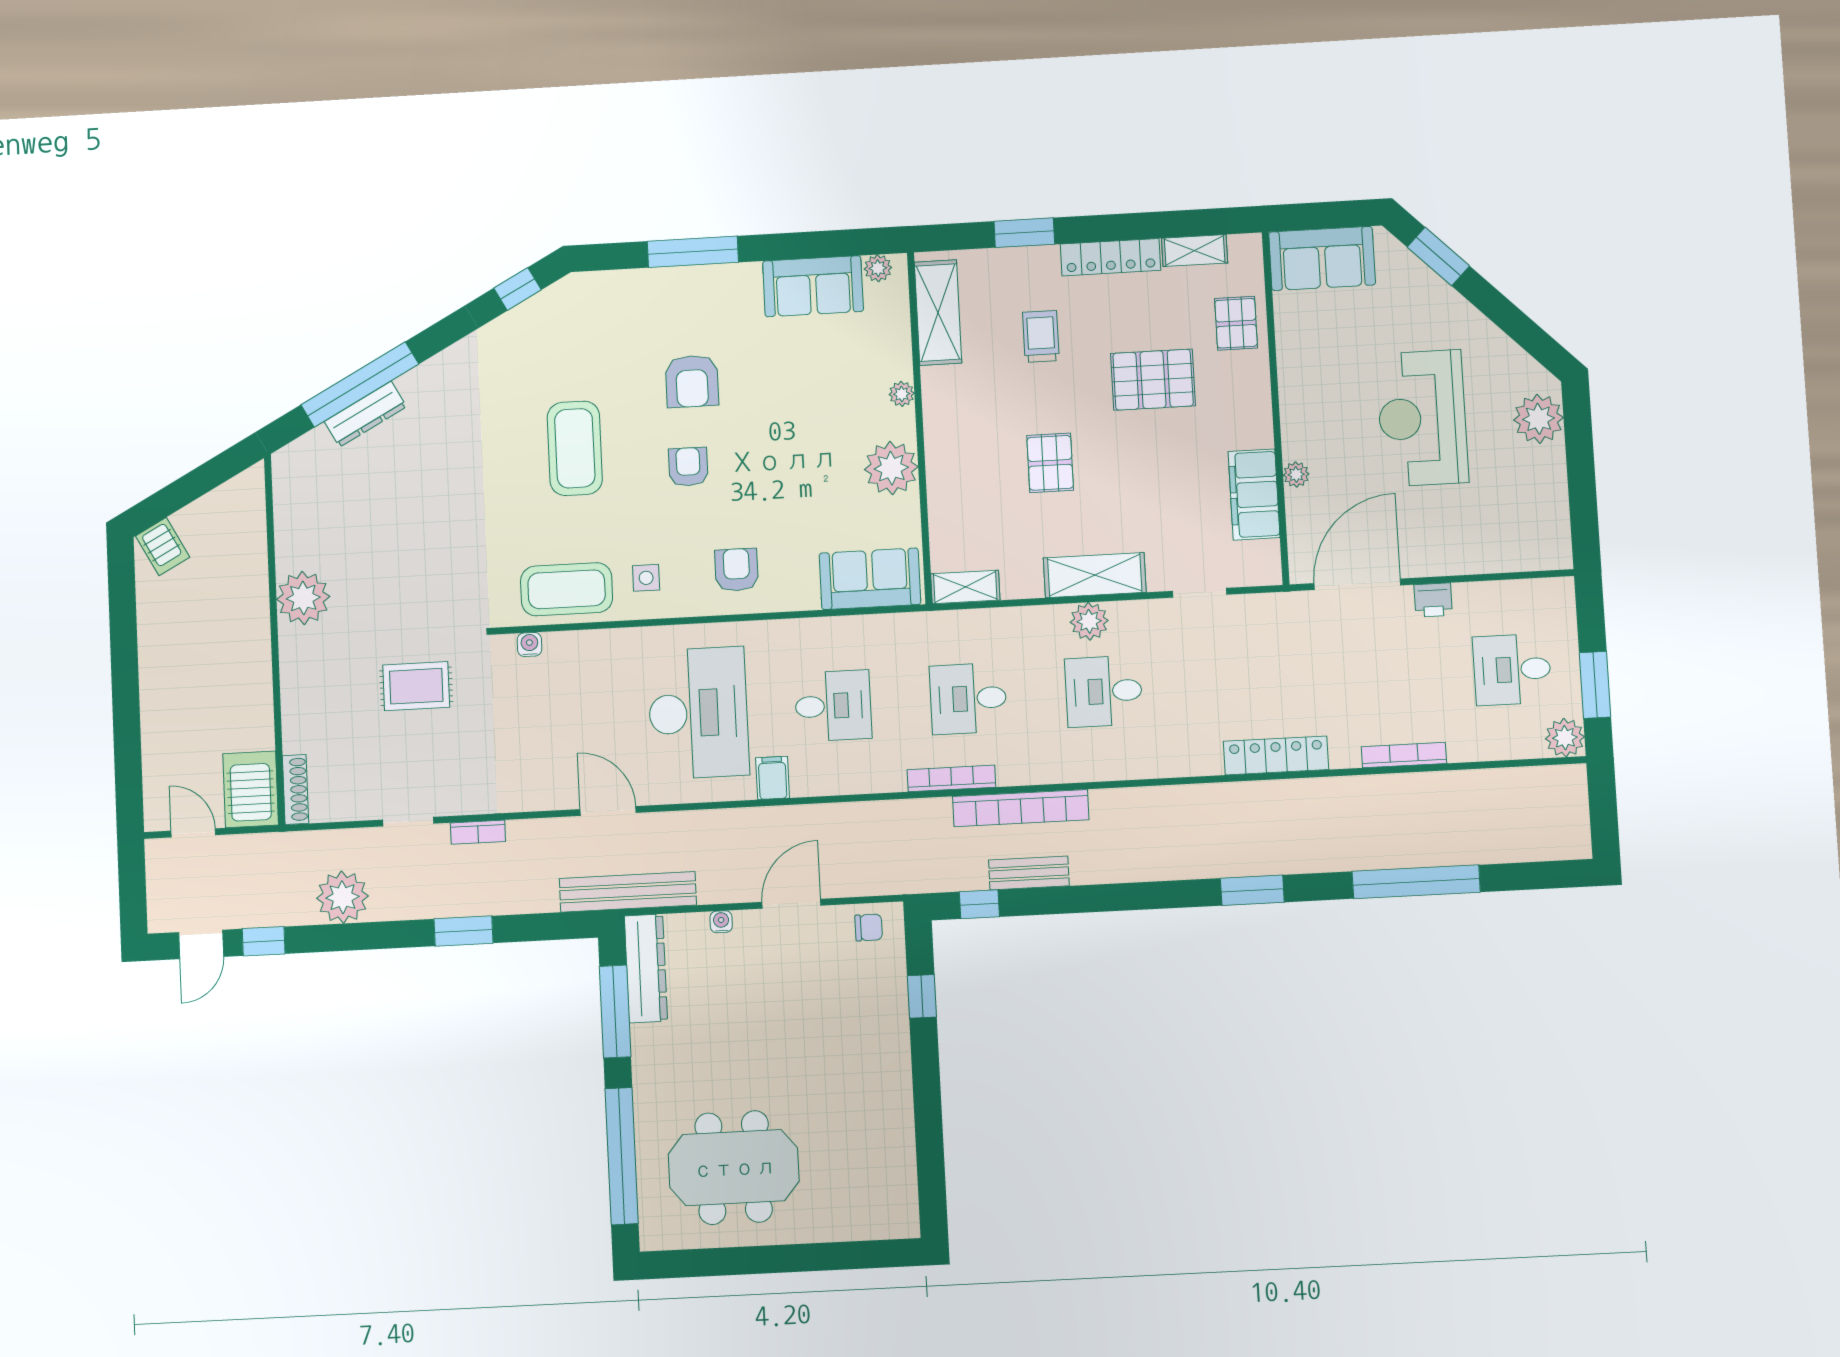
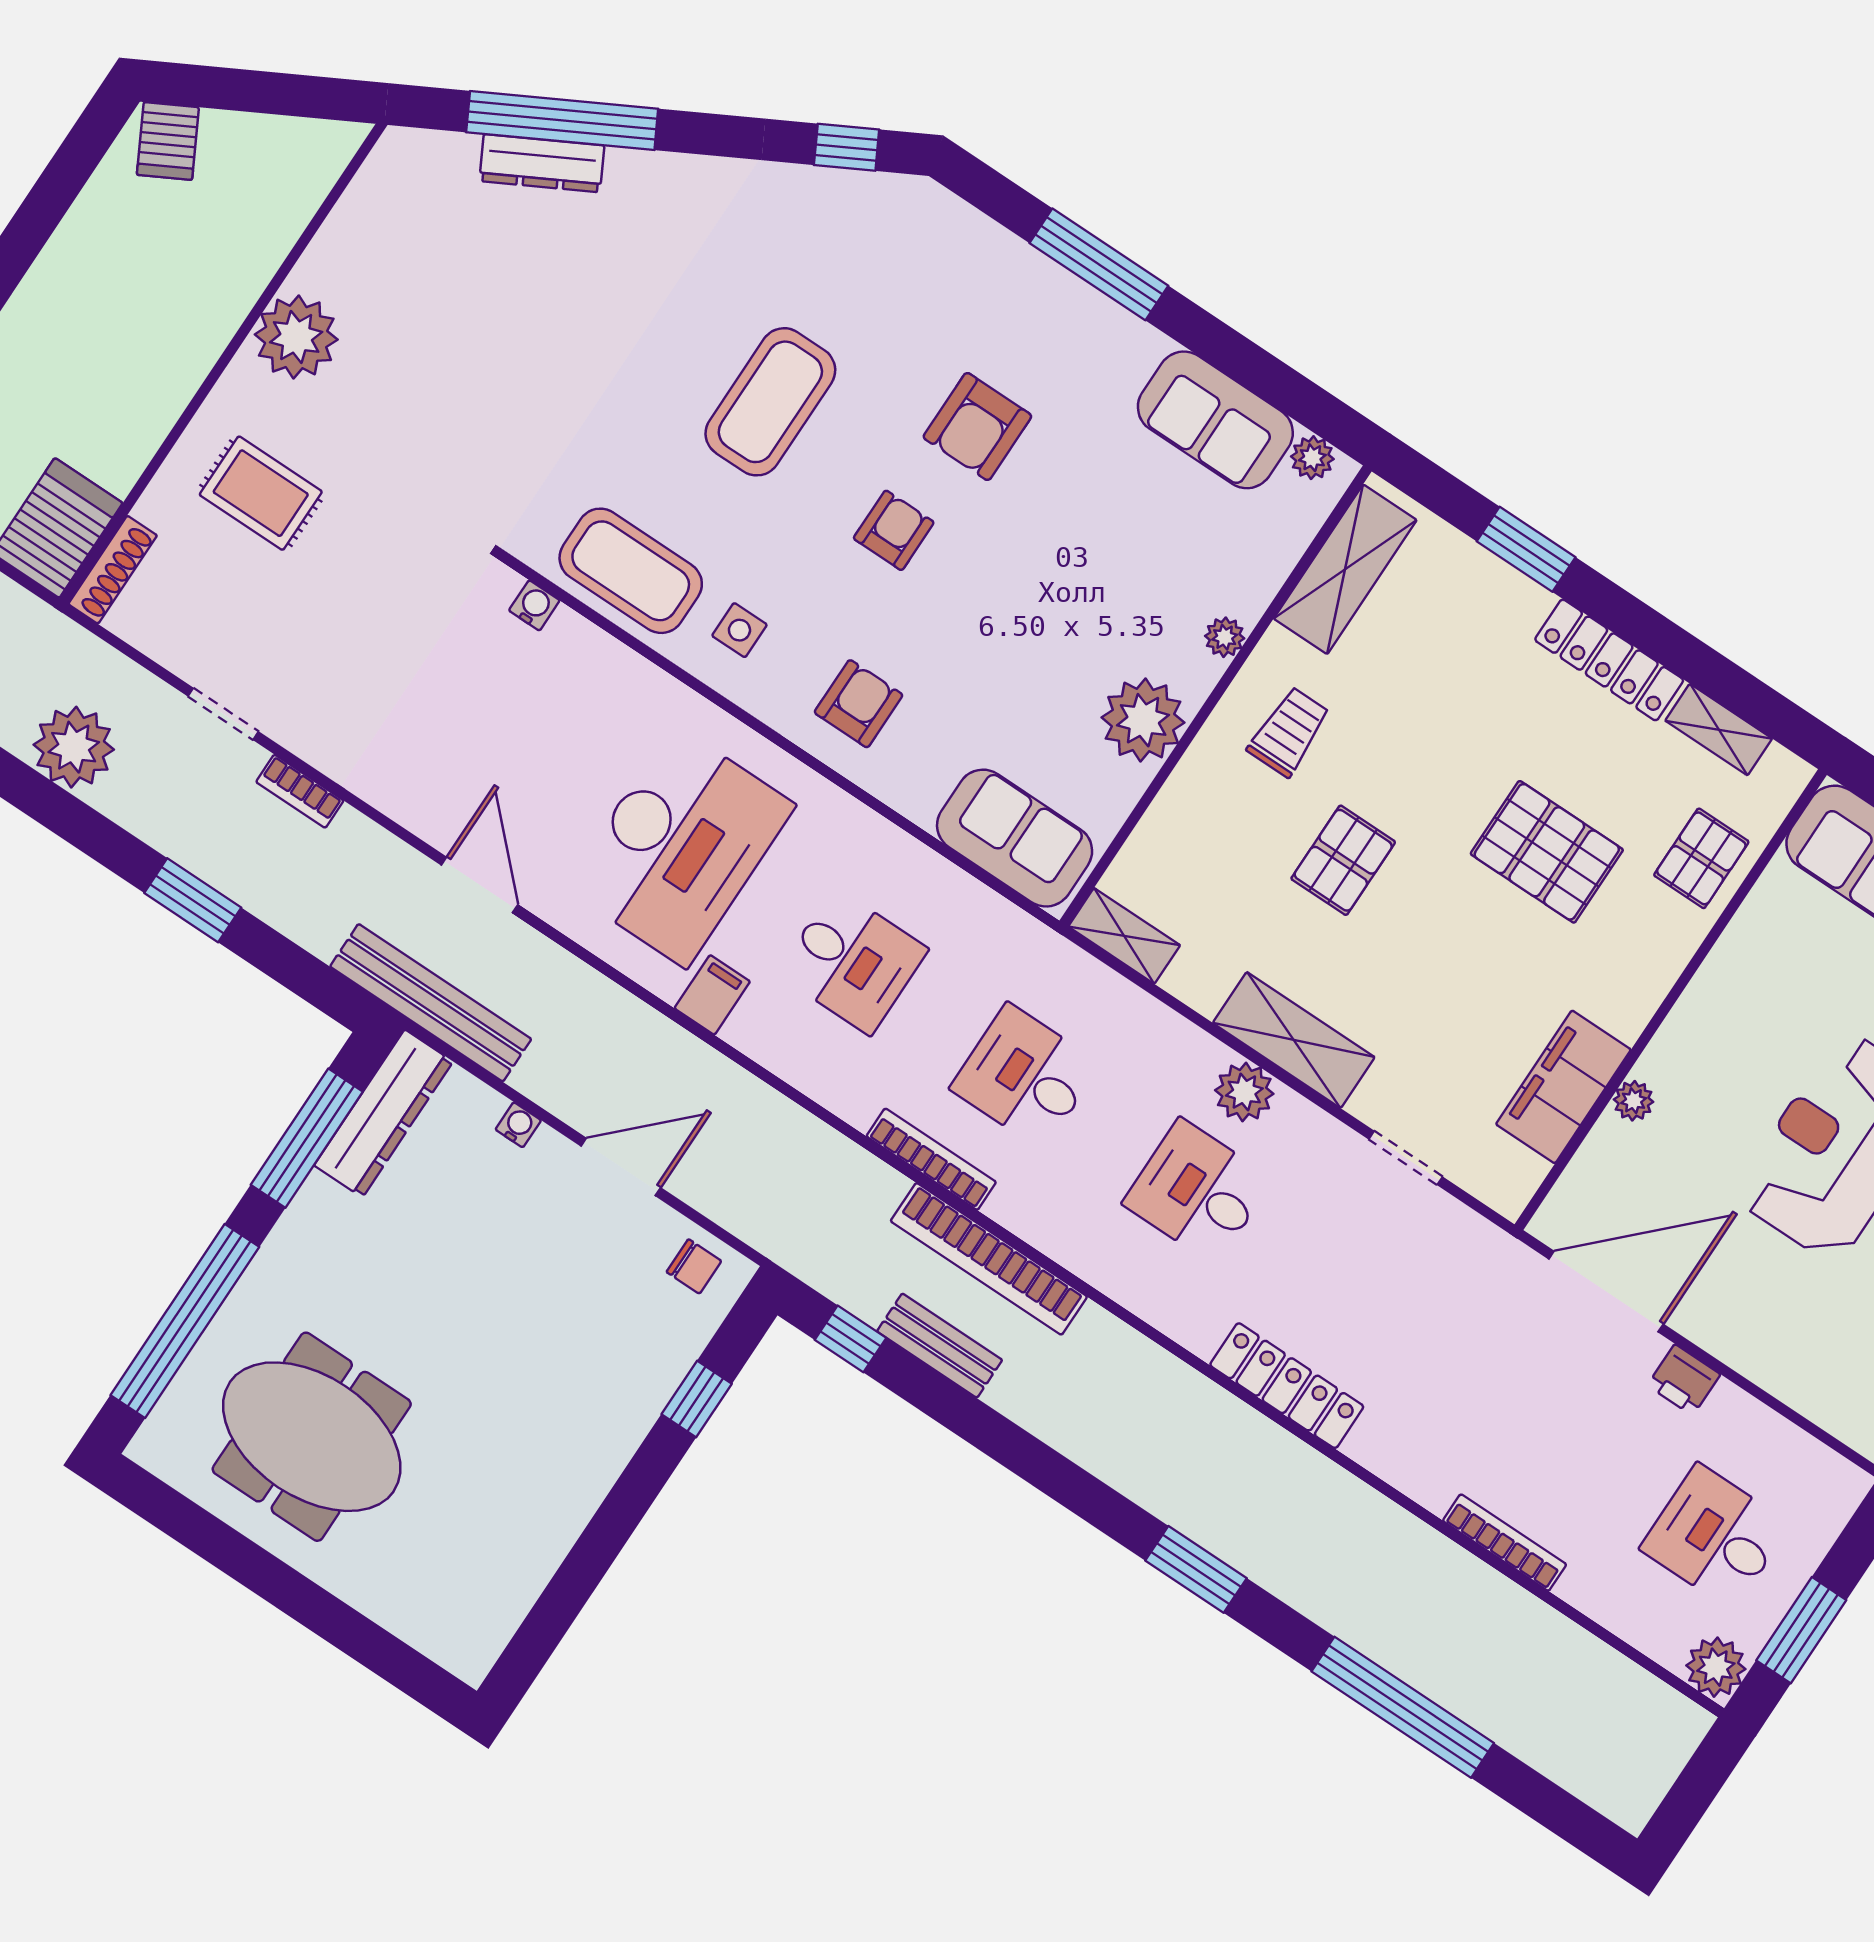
trolley: (1041, 336) -> (1289, 732), moved
rug: (416, 686) -> (261, 493), moved
locker: (1276, 755) -> (1287, 1386), moved

